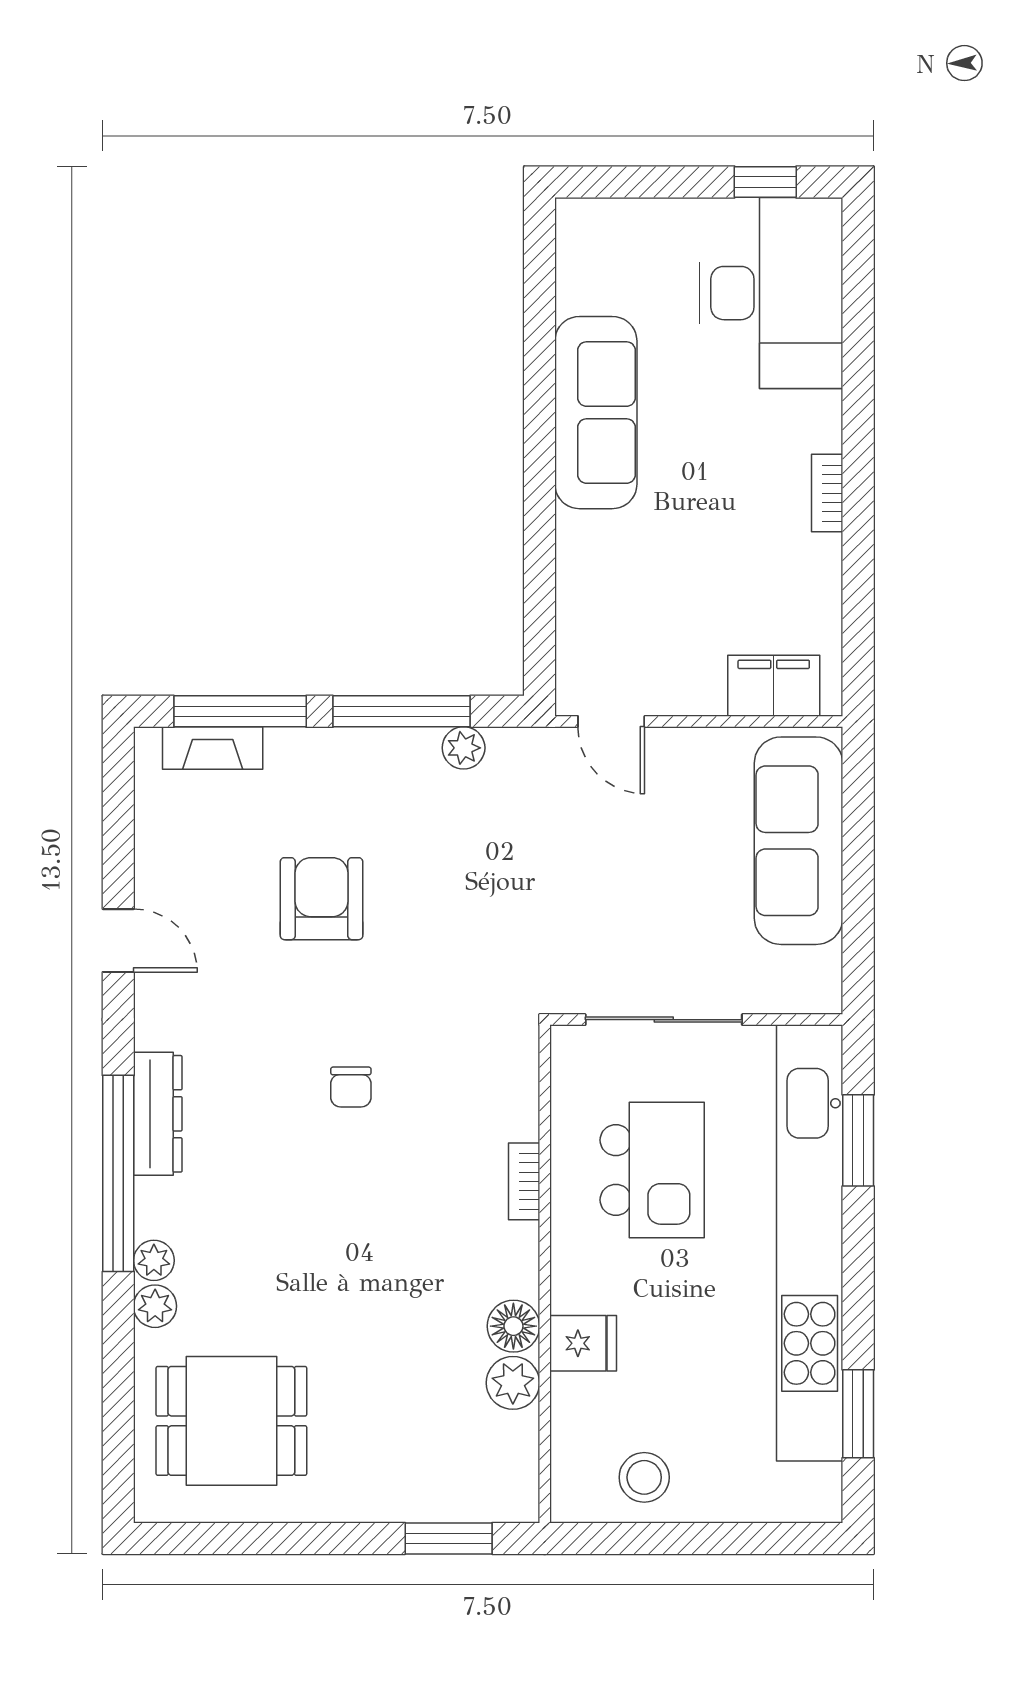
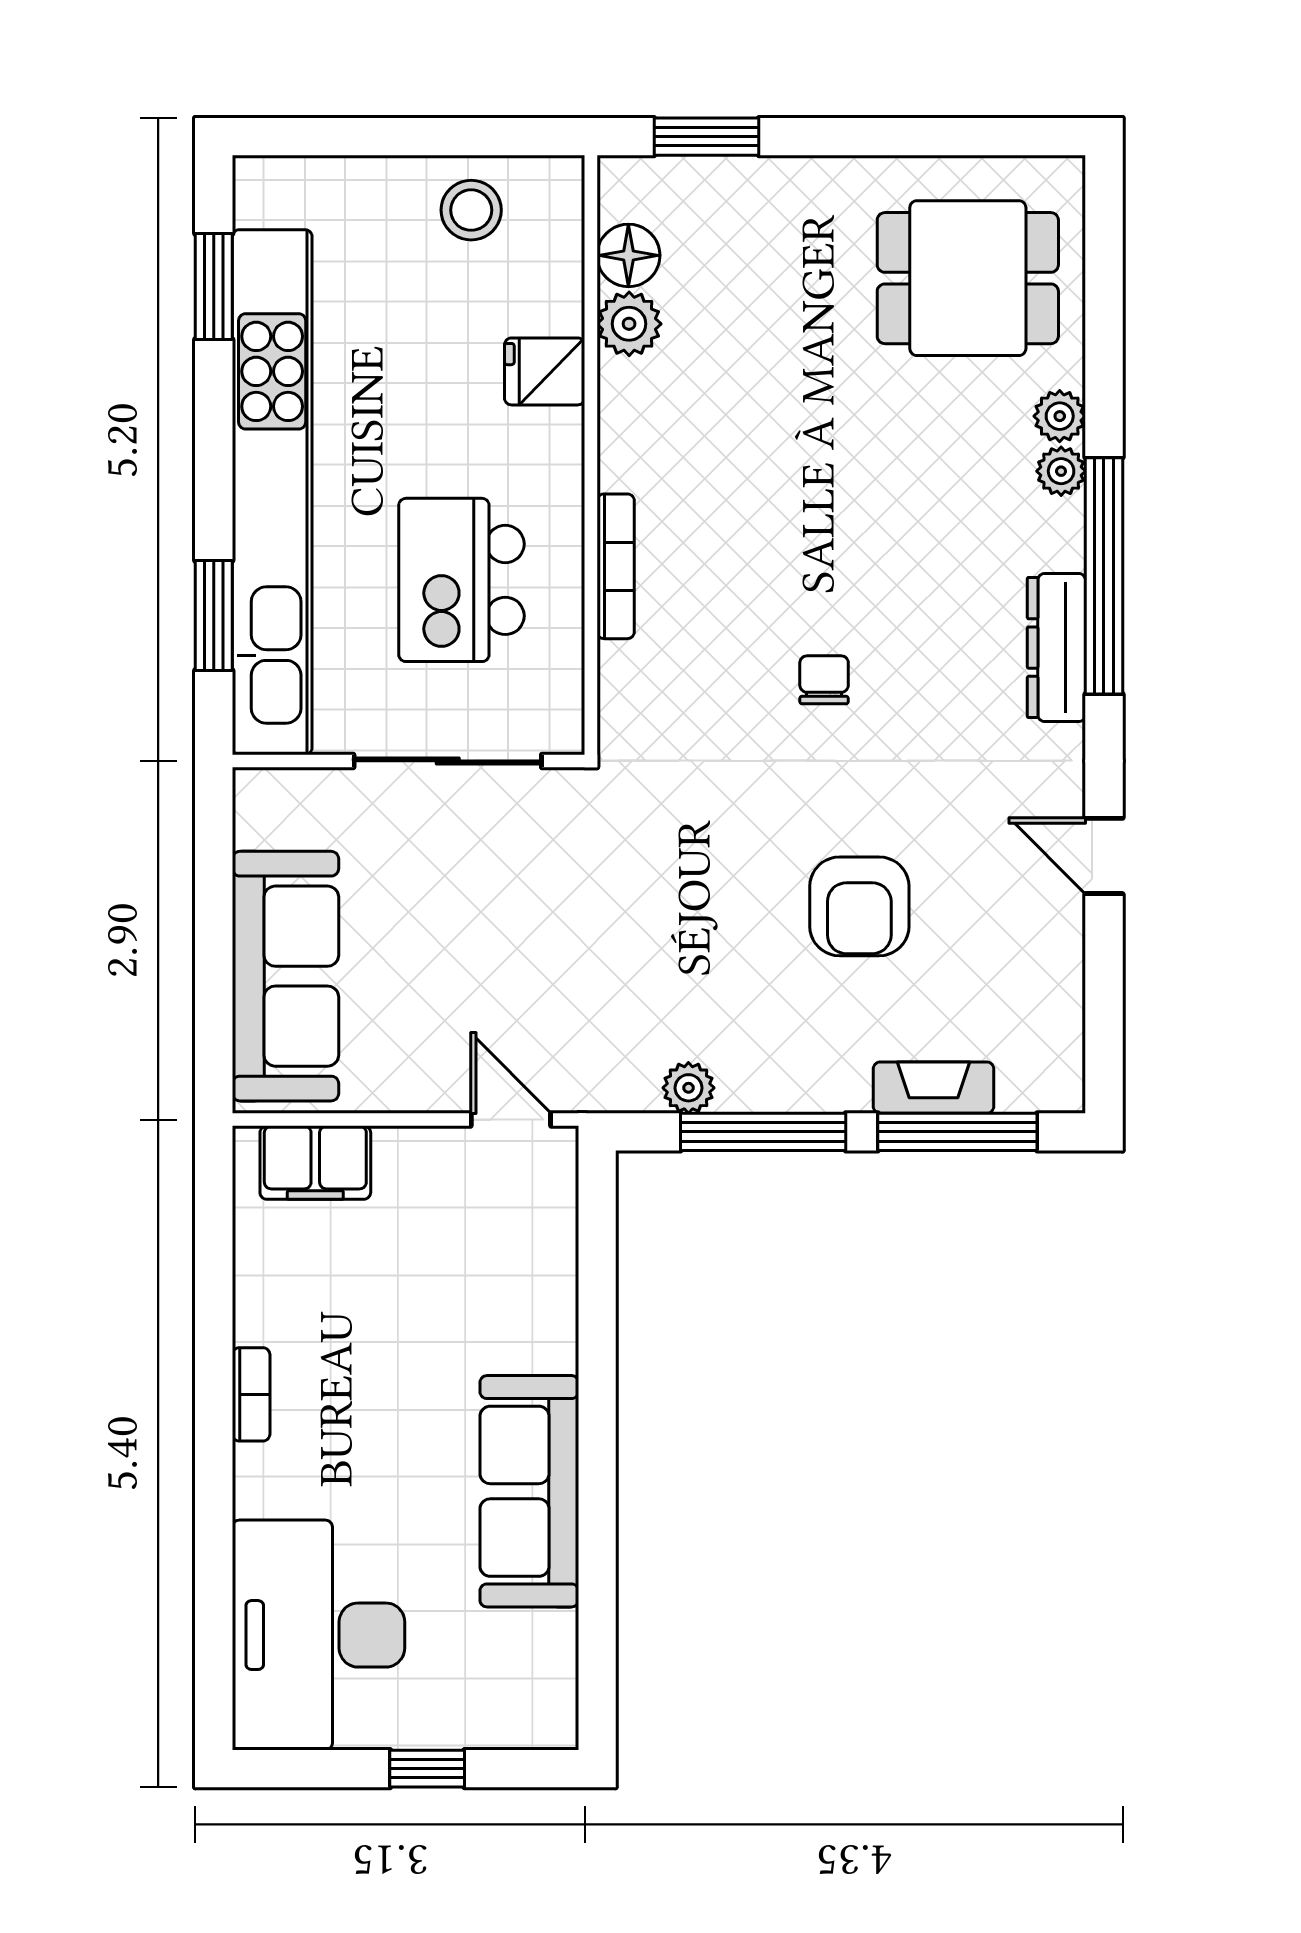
window: (765, 182) -> (427, 1769), moved
fireplace: (213, 748) -> (933, 1088), moved
bookcase: (524, 1181) -> (616, 566), width x1.56
floor lamp: (513, 1326) -> (628, 255), moved

